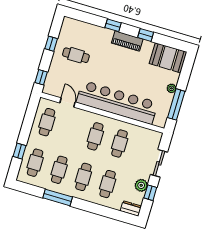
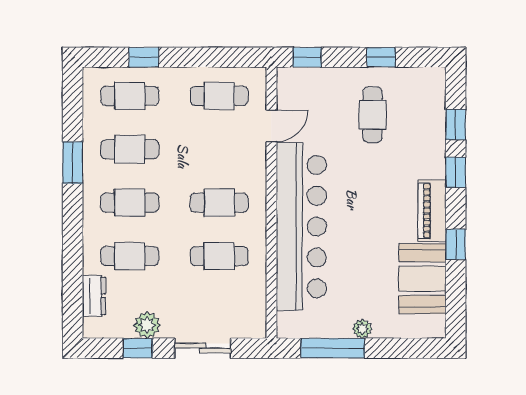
window: (91, 19) -> (456, 124), added
booth: (168, 58) -> (422, 279), moved
window: (58, 197) -> (73, 163), width x0.69
dresser: (131, 208) -> (94, 296), moved

